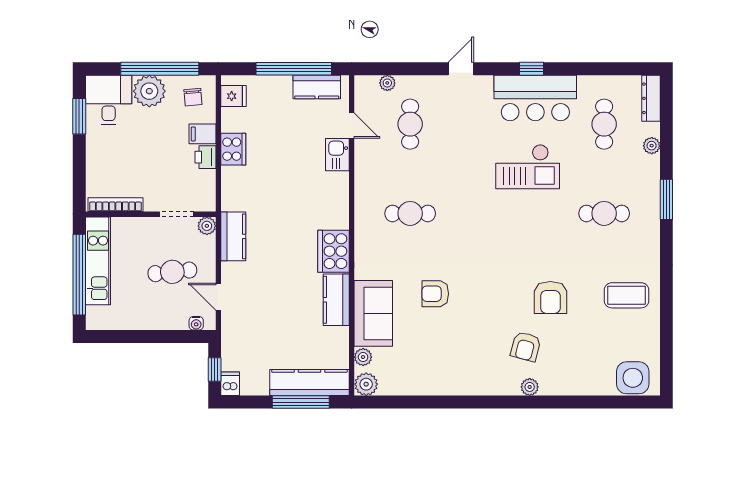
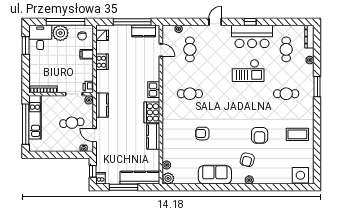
kitchen sink: (337, 155) -> (154, 90), moved
printer: (205, 157) -> (88, 87), moved
sofa: (373, 313) -> (215, 175), moved, turned -90
window: (301, 402) -> (124, 187), moved

